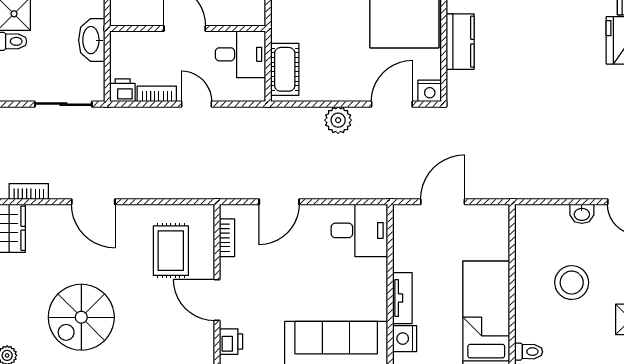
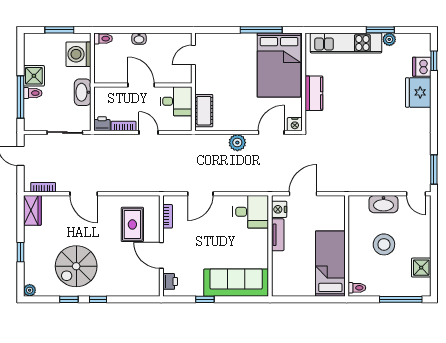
washbasin: (582, 214) -> (383, 204), width x1.91, depth x1.45
tv unit: (402, 298) -> (278, 235), moved
nightstand: (405, 339) -> (279, 209), moved

